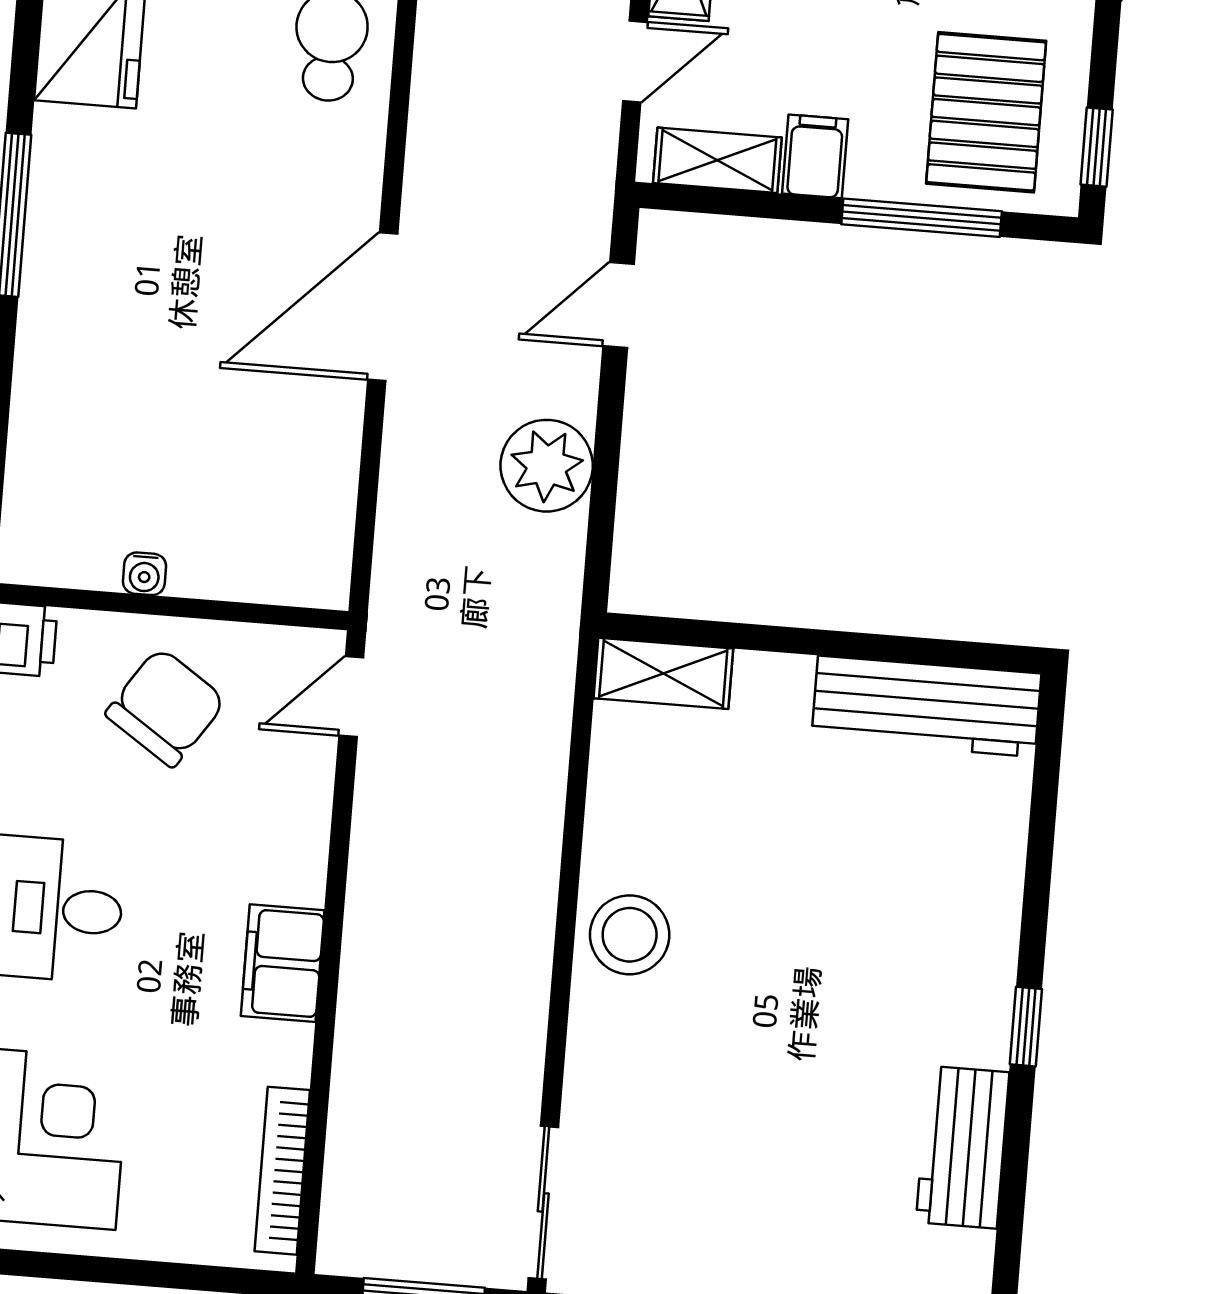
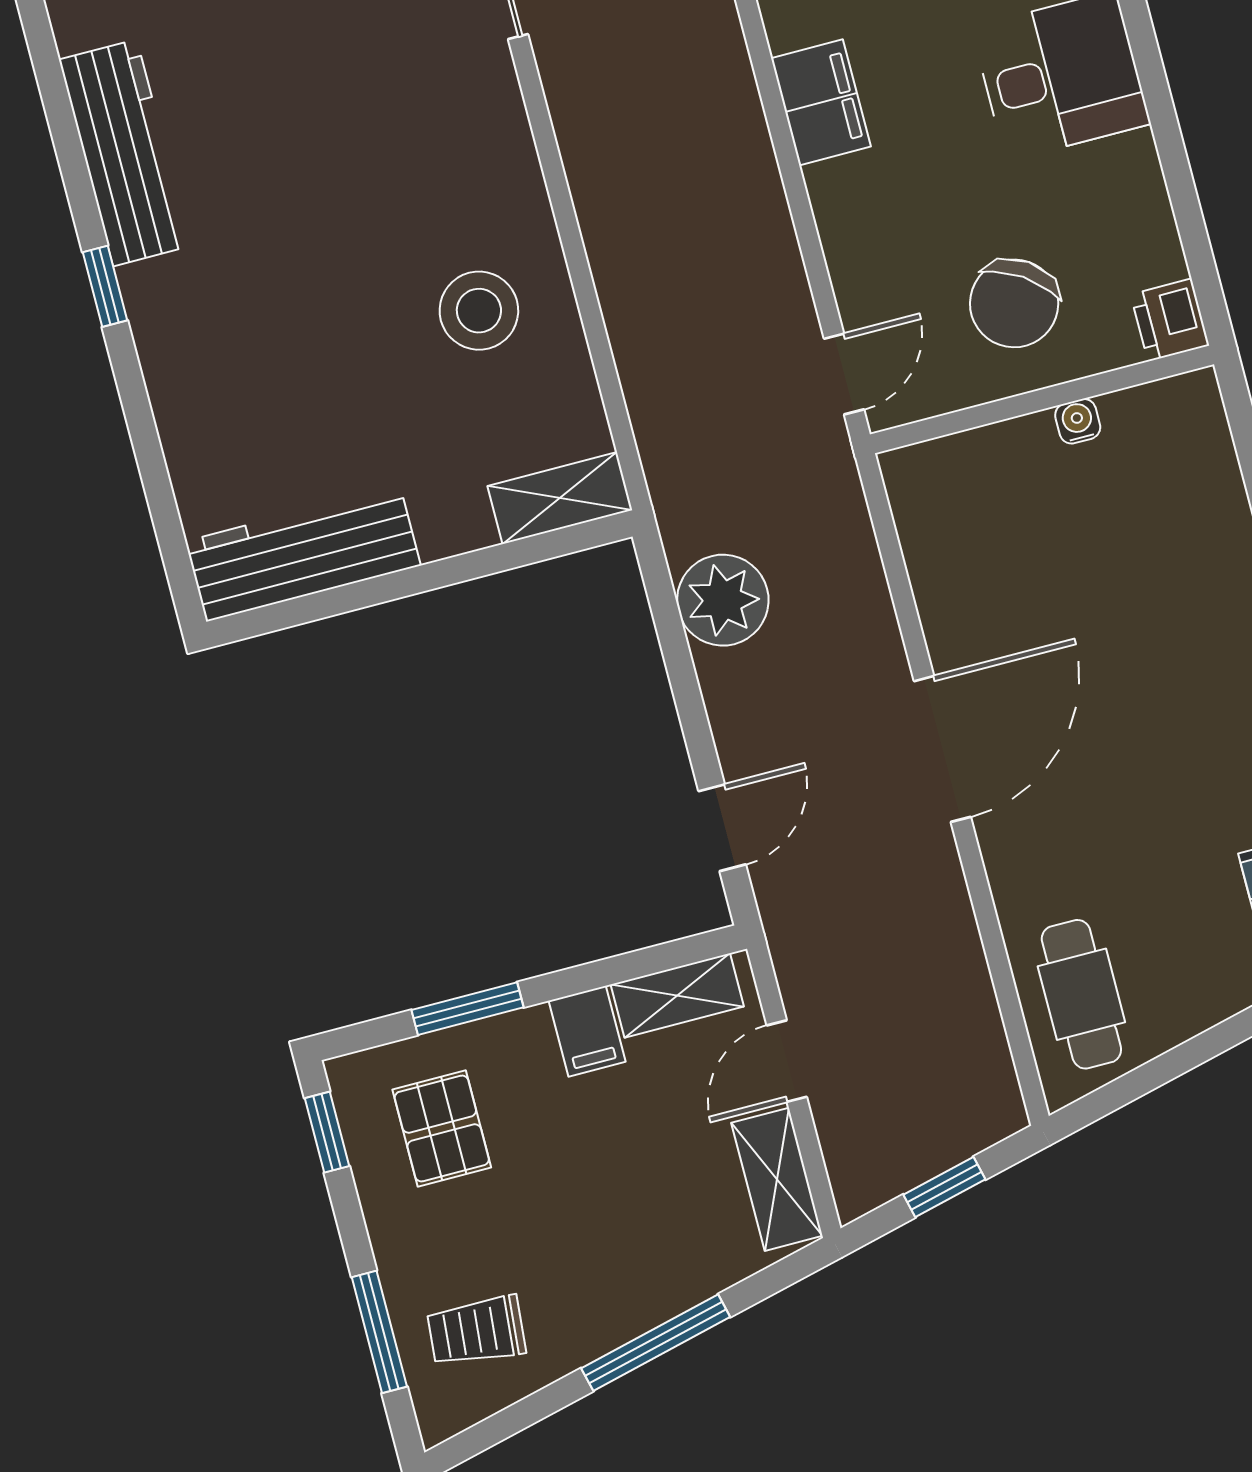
pallet: (986, 112) -> (442, 1128), width x0.67, depth x0.71
window: (922, 218) -> (468, 1009), width x0.69
plant: (547, 466) -> (723, 600), moved
stool: (630, 935) -> (479, 311), moved
workbench: (963, 1147) -> (125, 153), width x1.38

